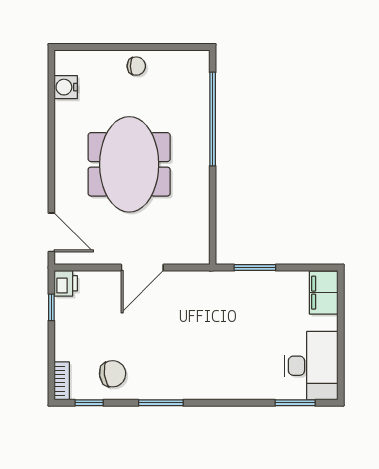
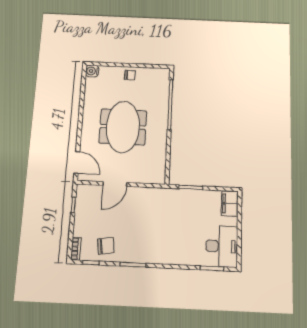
water cooler: (66, 87) -> (92, 71), moved
door: (142, 268) -> (115, 184), moved
printer: (66, 283) -> (83, 192), removed

